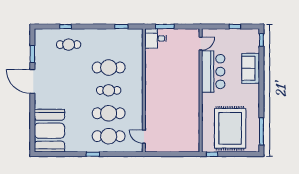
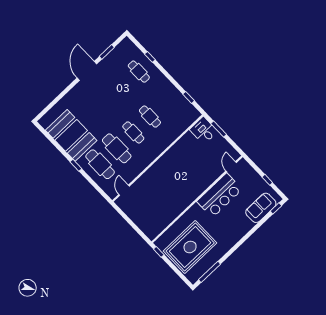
door: (201, 44) -> (231, 167), swing flipped
cafe table: (109, 67) -> (150, 117), width x0.73, depth x0.74
sofa: (251, 68) -> (261, 208), moved
booth: (49, 131) -> (71, 135), moved, turned 90

